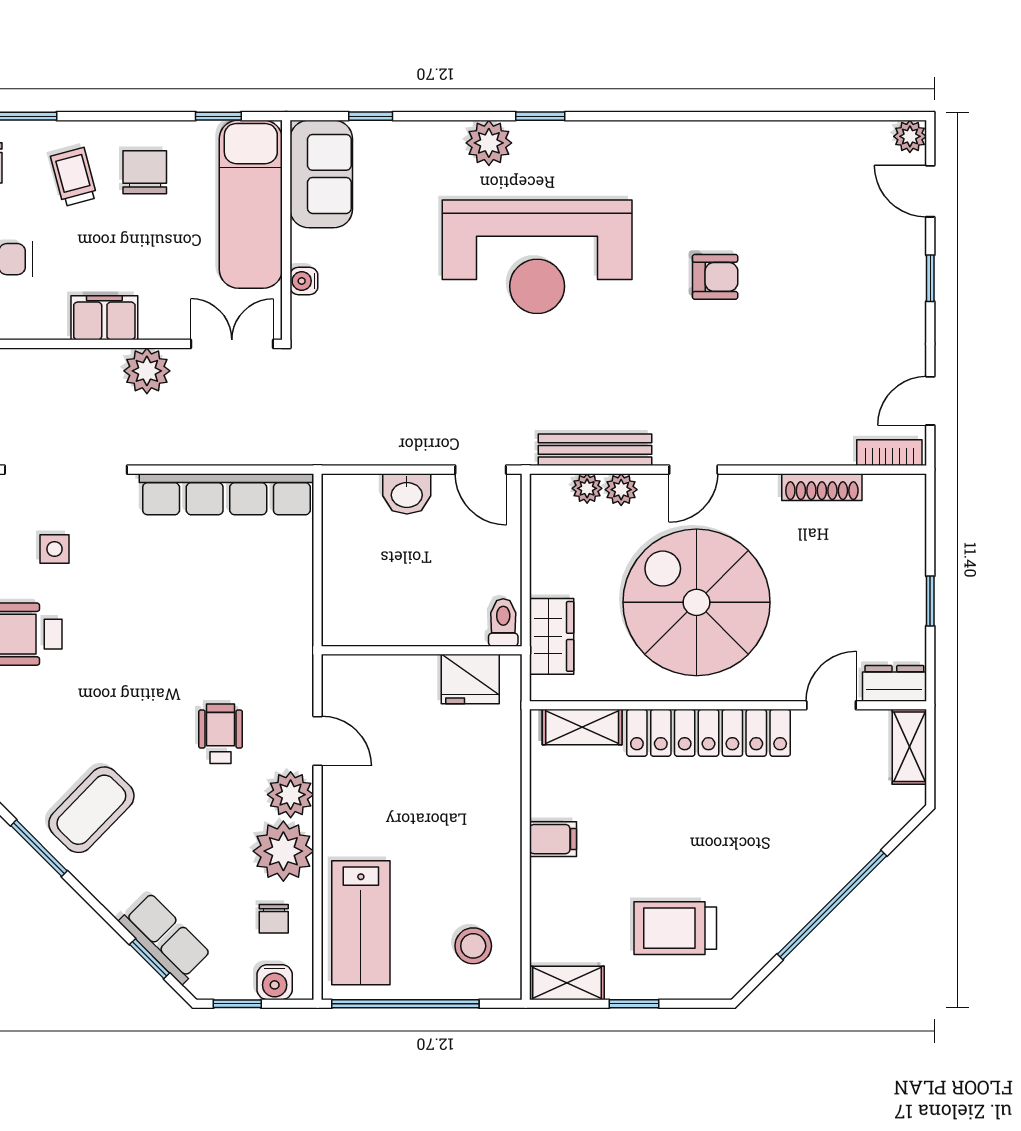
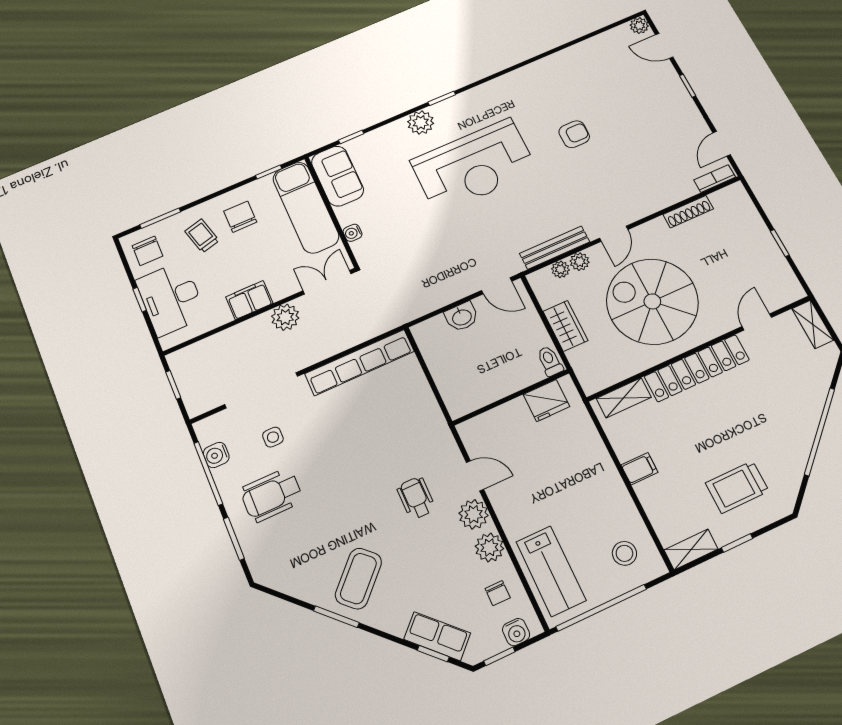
wardrobe: (552, 636) -> (565, 326), moved
dresser: (894, 683) -> (785, 294), removed
plant: (283, 851) -> (489, 547), width x0.73, depth x0.73

